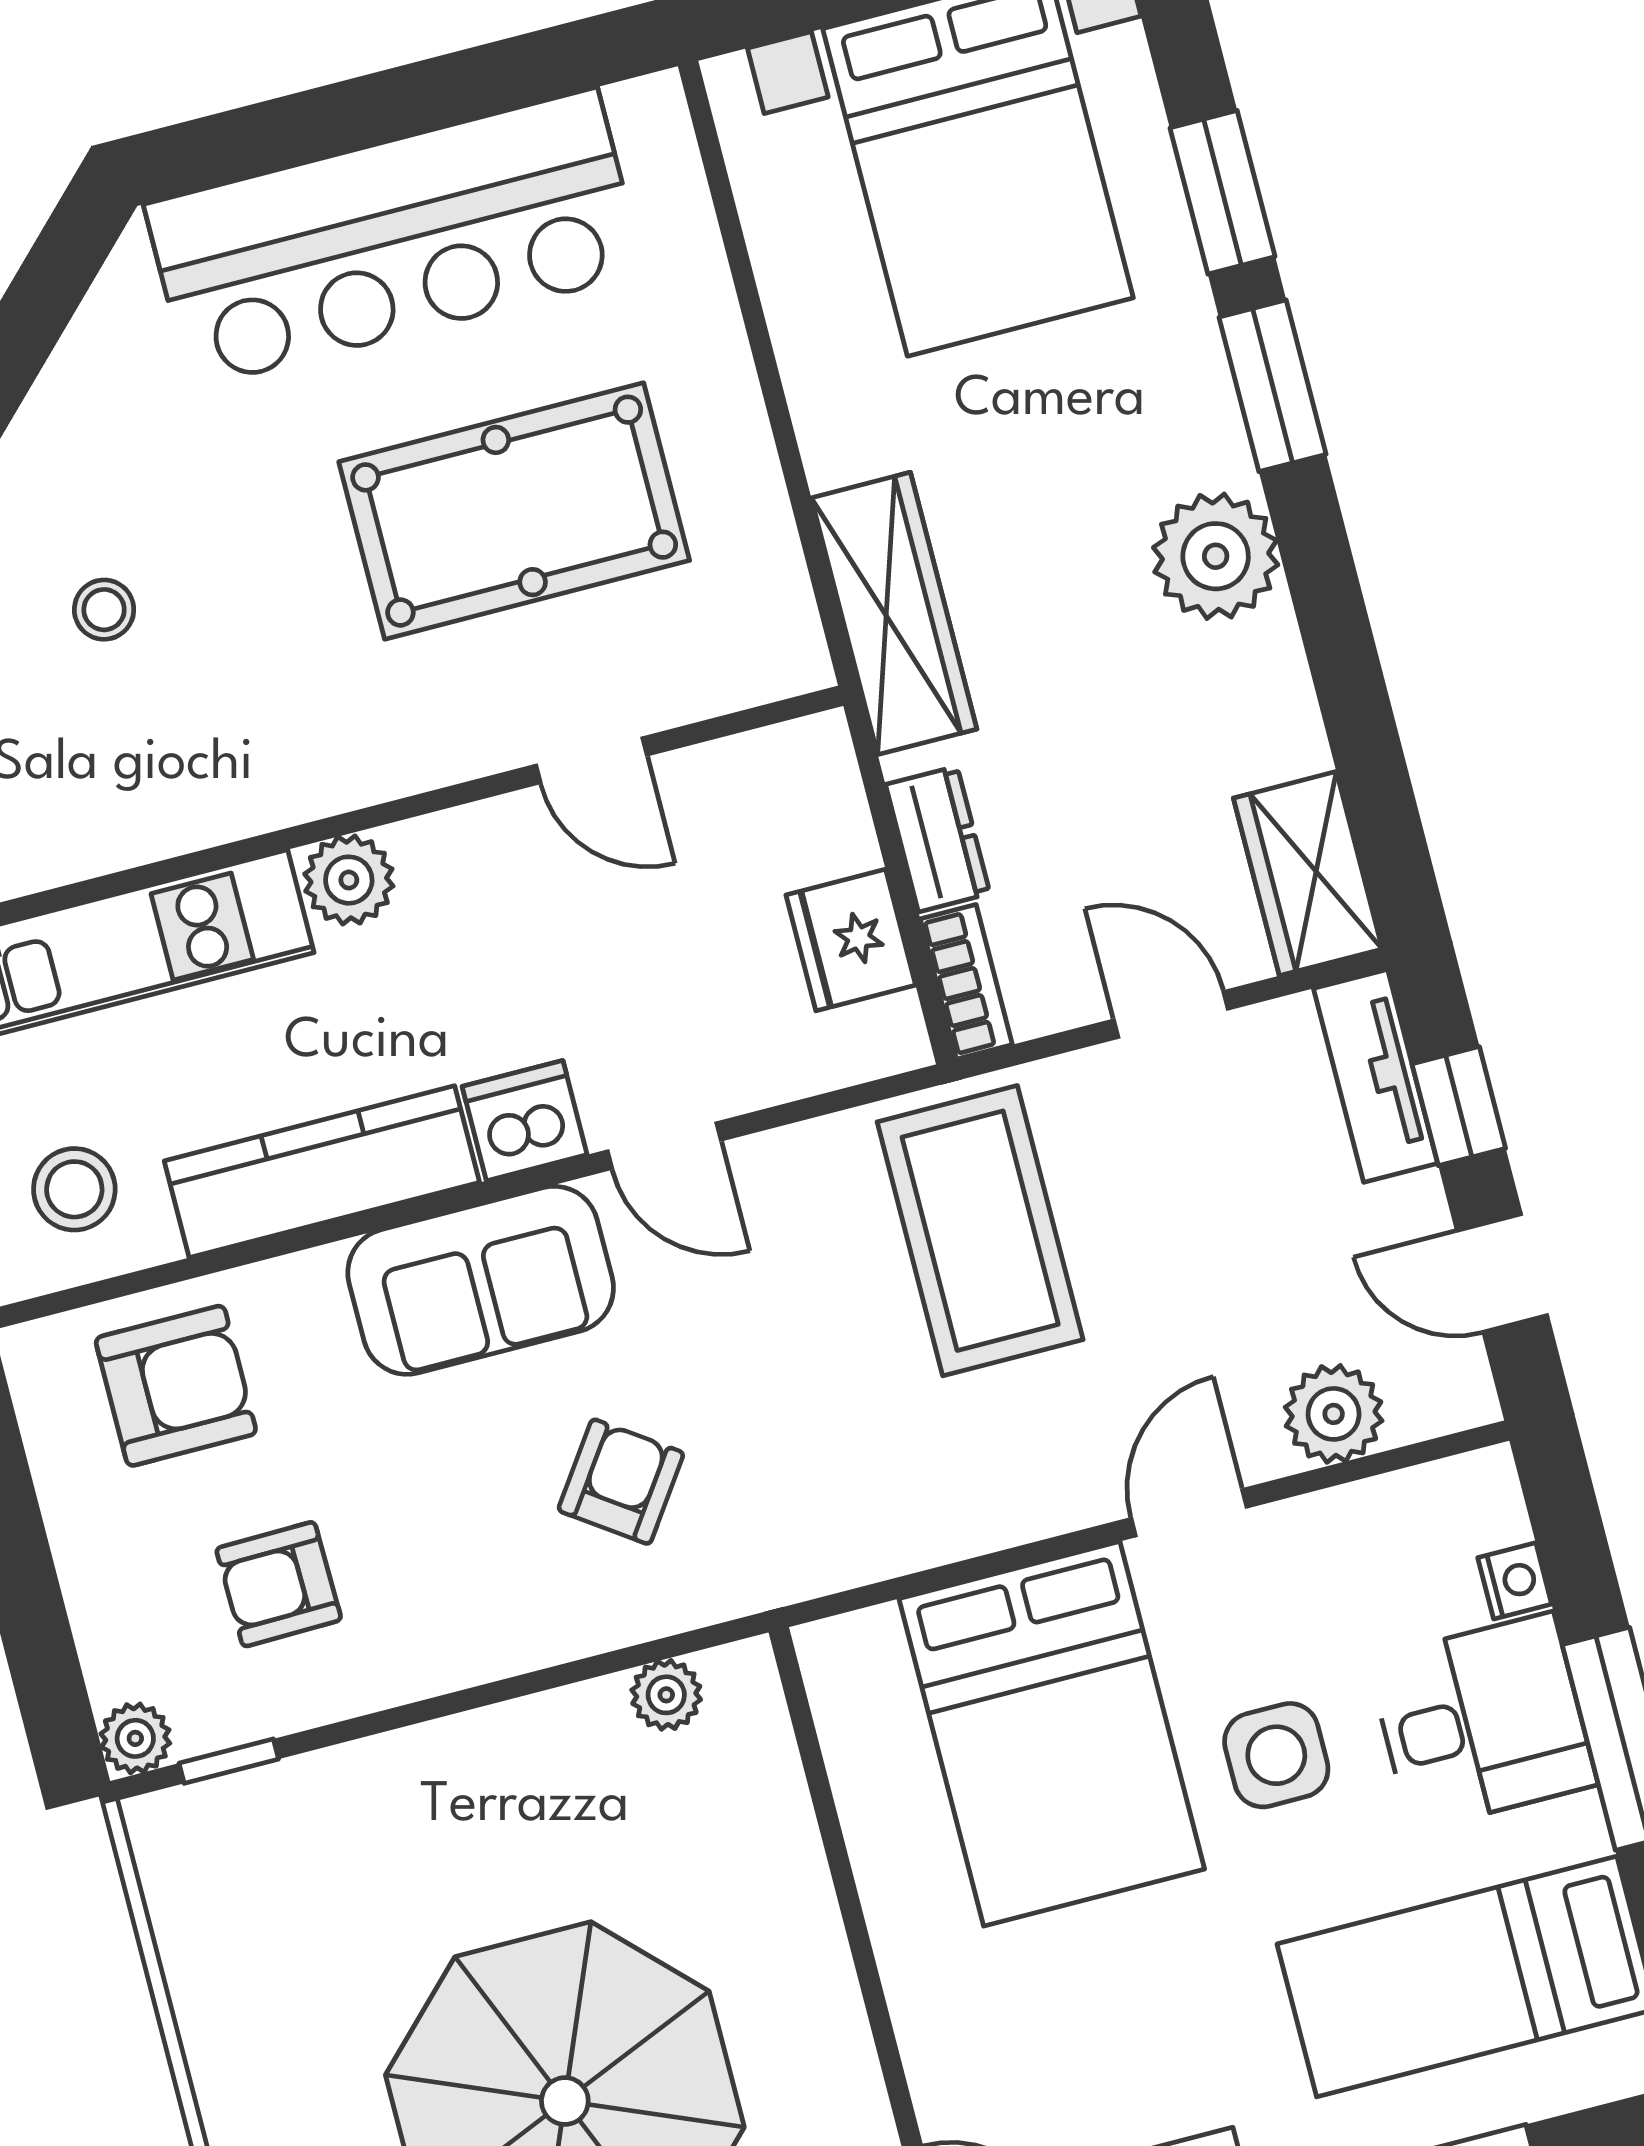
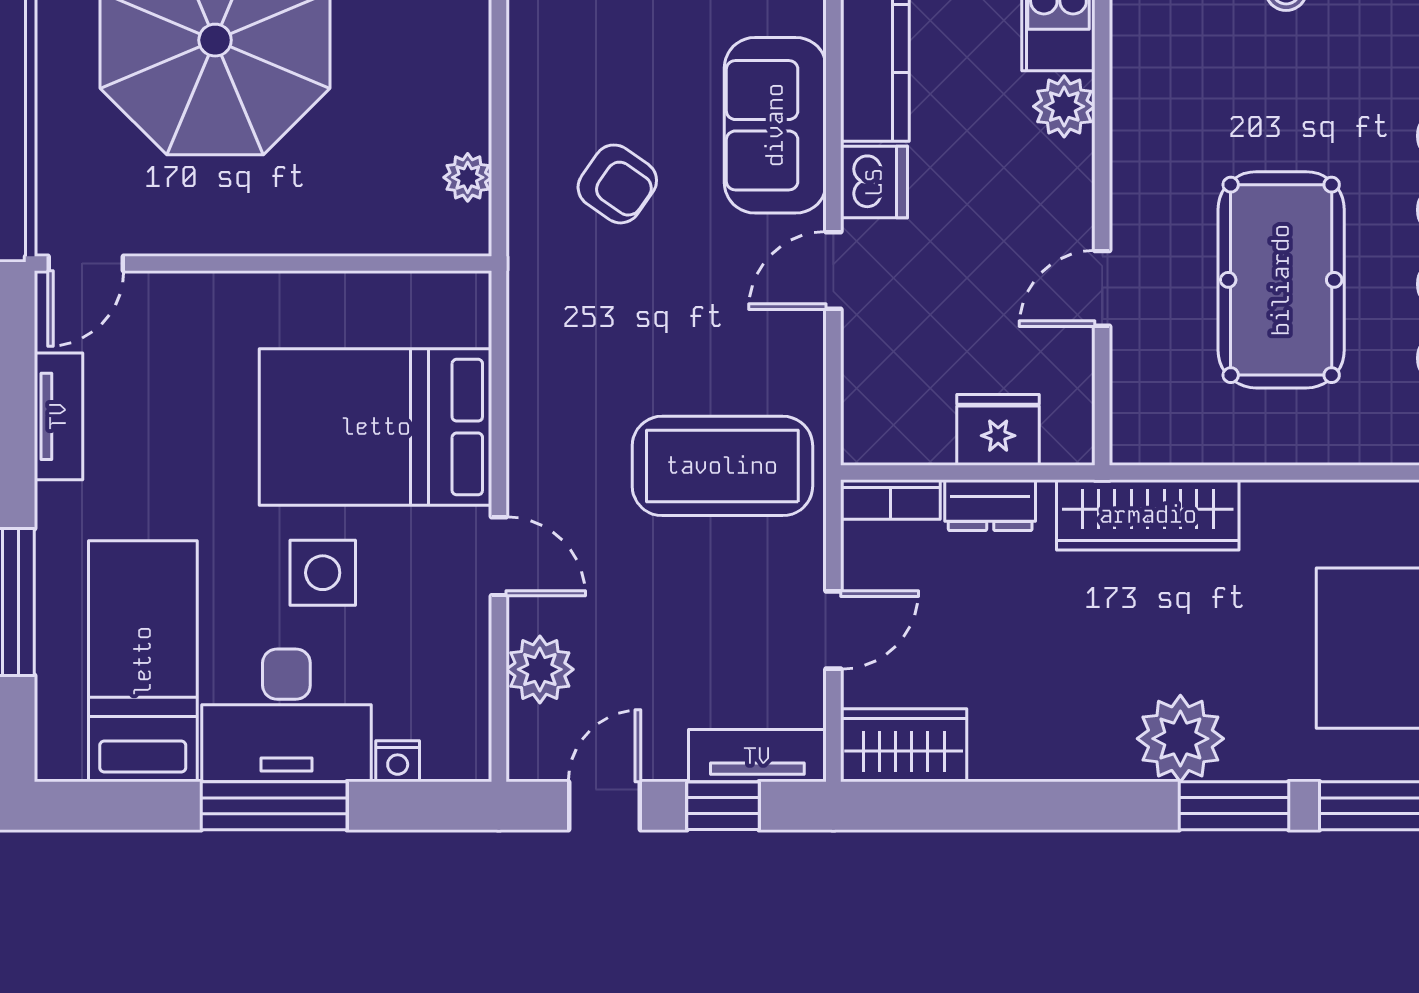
plant: (1216, 556) -> (1180, 739), moved
fridge: (851, 940) -> (998, 430), moved
desk: (1482, 1722) -> (286, 715), width x1.37

